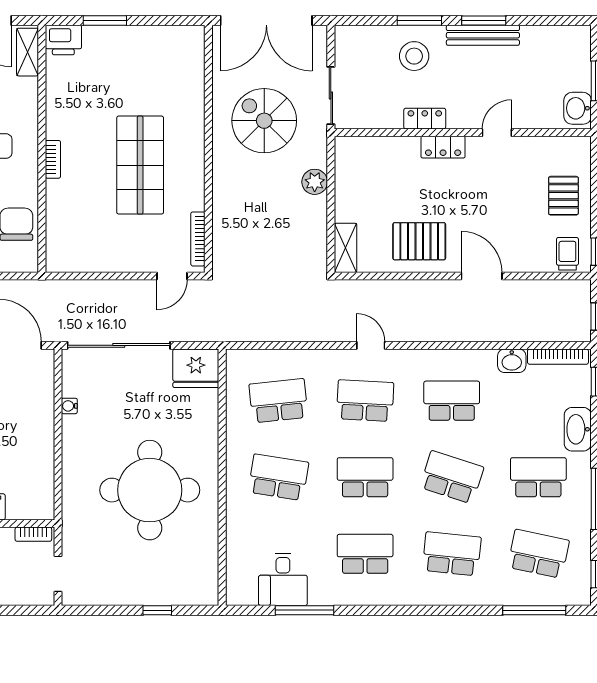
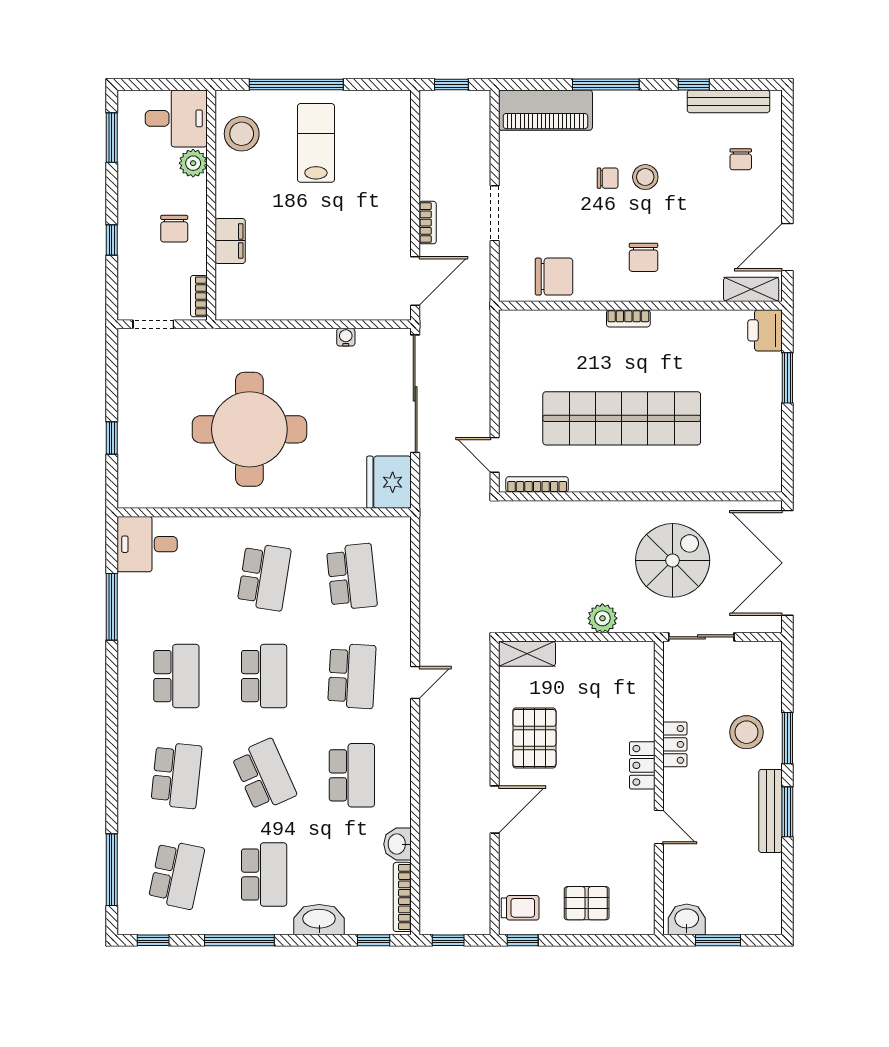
shop shelf: (140, 165) -> (622, 418), width x1.40
school desk: (452, 477) -> (264, 775), turned -42
desk: (283, 579) -> (147, 544), moved

